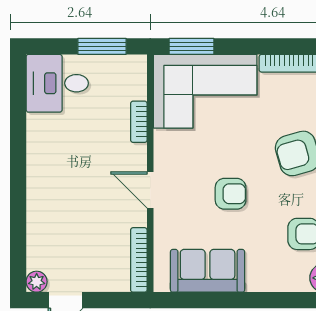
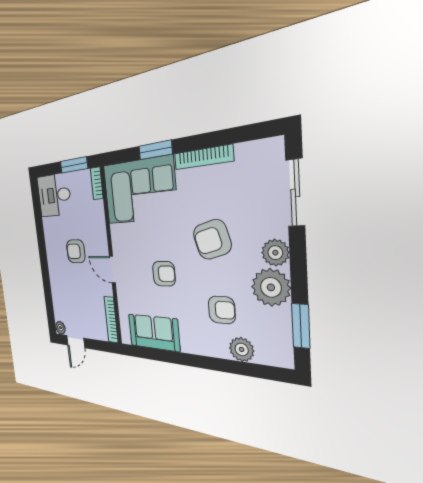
window: (192, 46) -> (155, 150), moved
bookcase: (139, 122) -> (97, 183), moved
armchair: (87, 165) -> (76, 251), added

